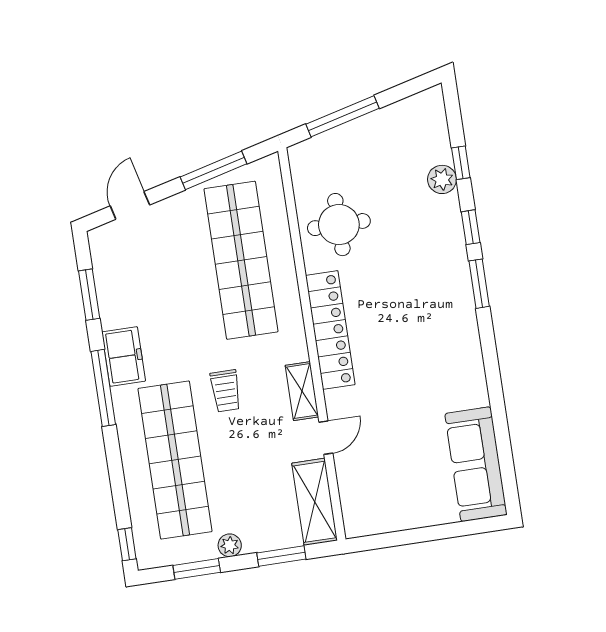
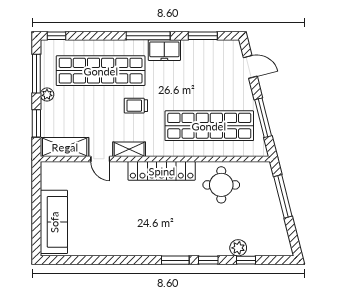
sofa: (476, 464) -> (54, 222), moved, turned 90
window: (197, 569) -> (36, 74), width x1.44

